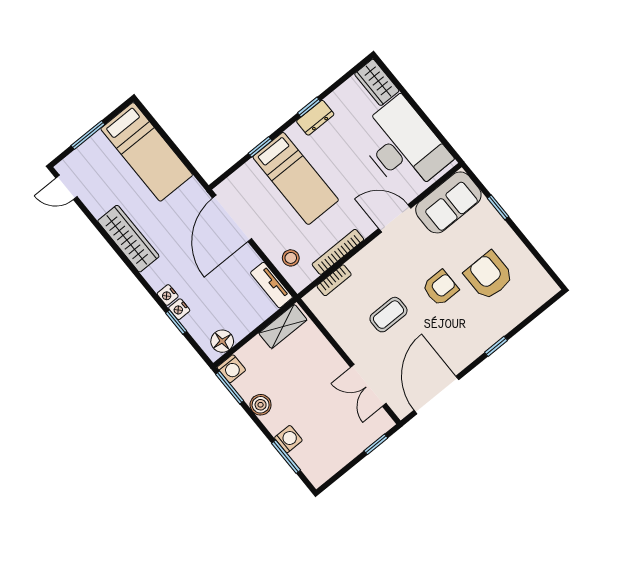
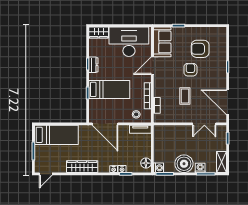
shelving: (283, 326) -> (222, 162), moved
boiler: (261, 405) -> (184, 164), width x1.86, depth x1.86

